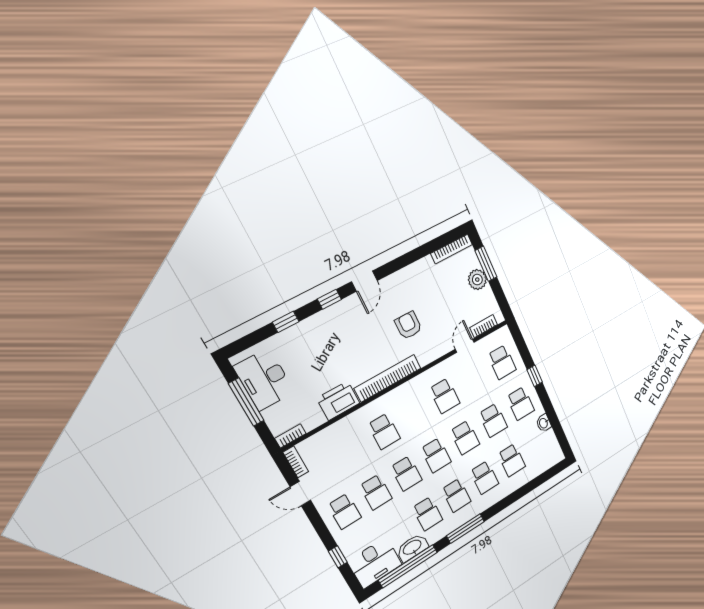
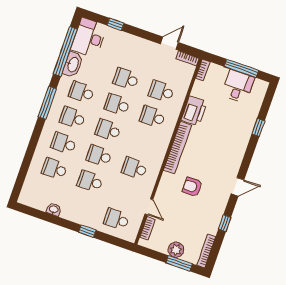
door: (364, 281) -> (237, 187), swing flipped
window: (329, 299) -> (225, 223), moved
armchair: (408, 325) -> (192, 187), turned 180
desk: (264, 379) -> (238, 86), width x0.73
school desk: (521, 404) -> (81, 207), removed
school desk: (345, 511) -> (161, 91), moved

